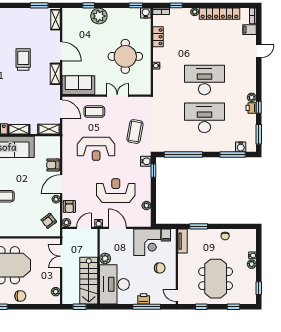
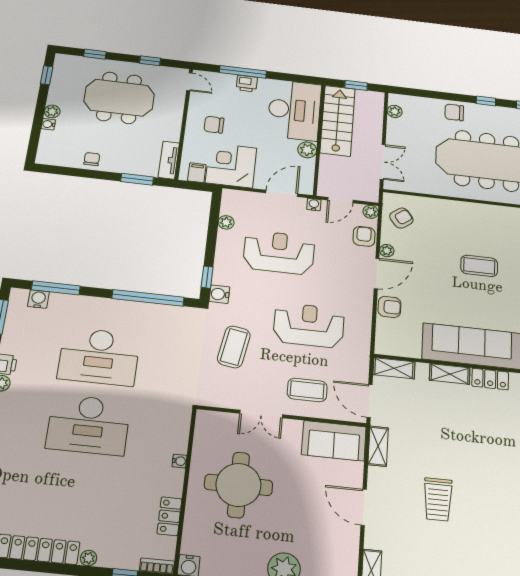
shelving: (55, 74) -> (378, 446), moved
reception desk: (116, 191) -> (279, 252), turned 180
door: (117, 228) -> (282, 193), swing flipped
meeting table: (216, 279) -> (119, 98), turned 90

